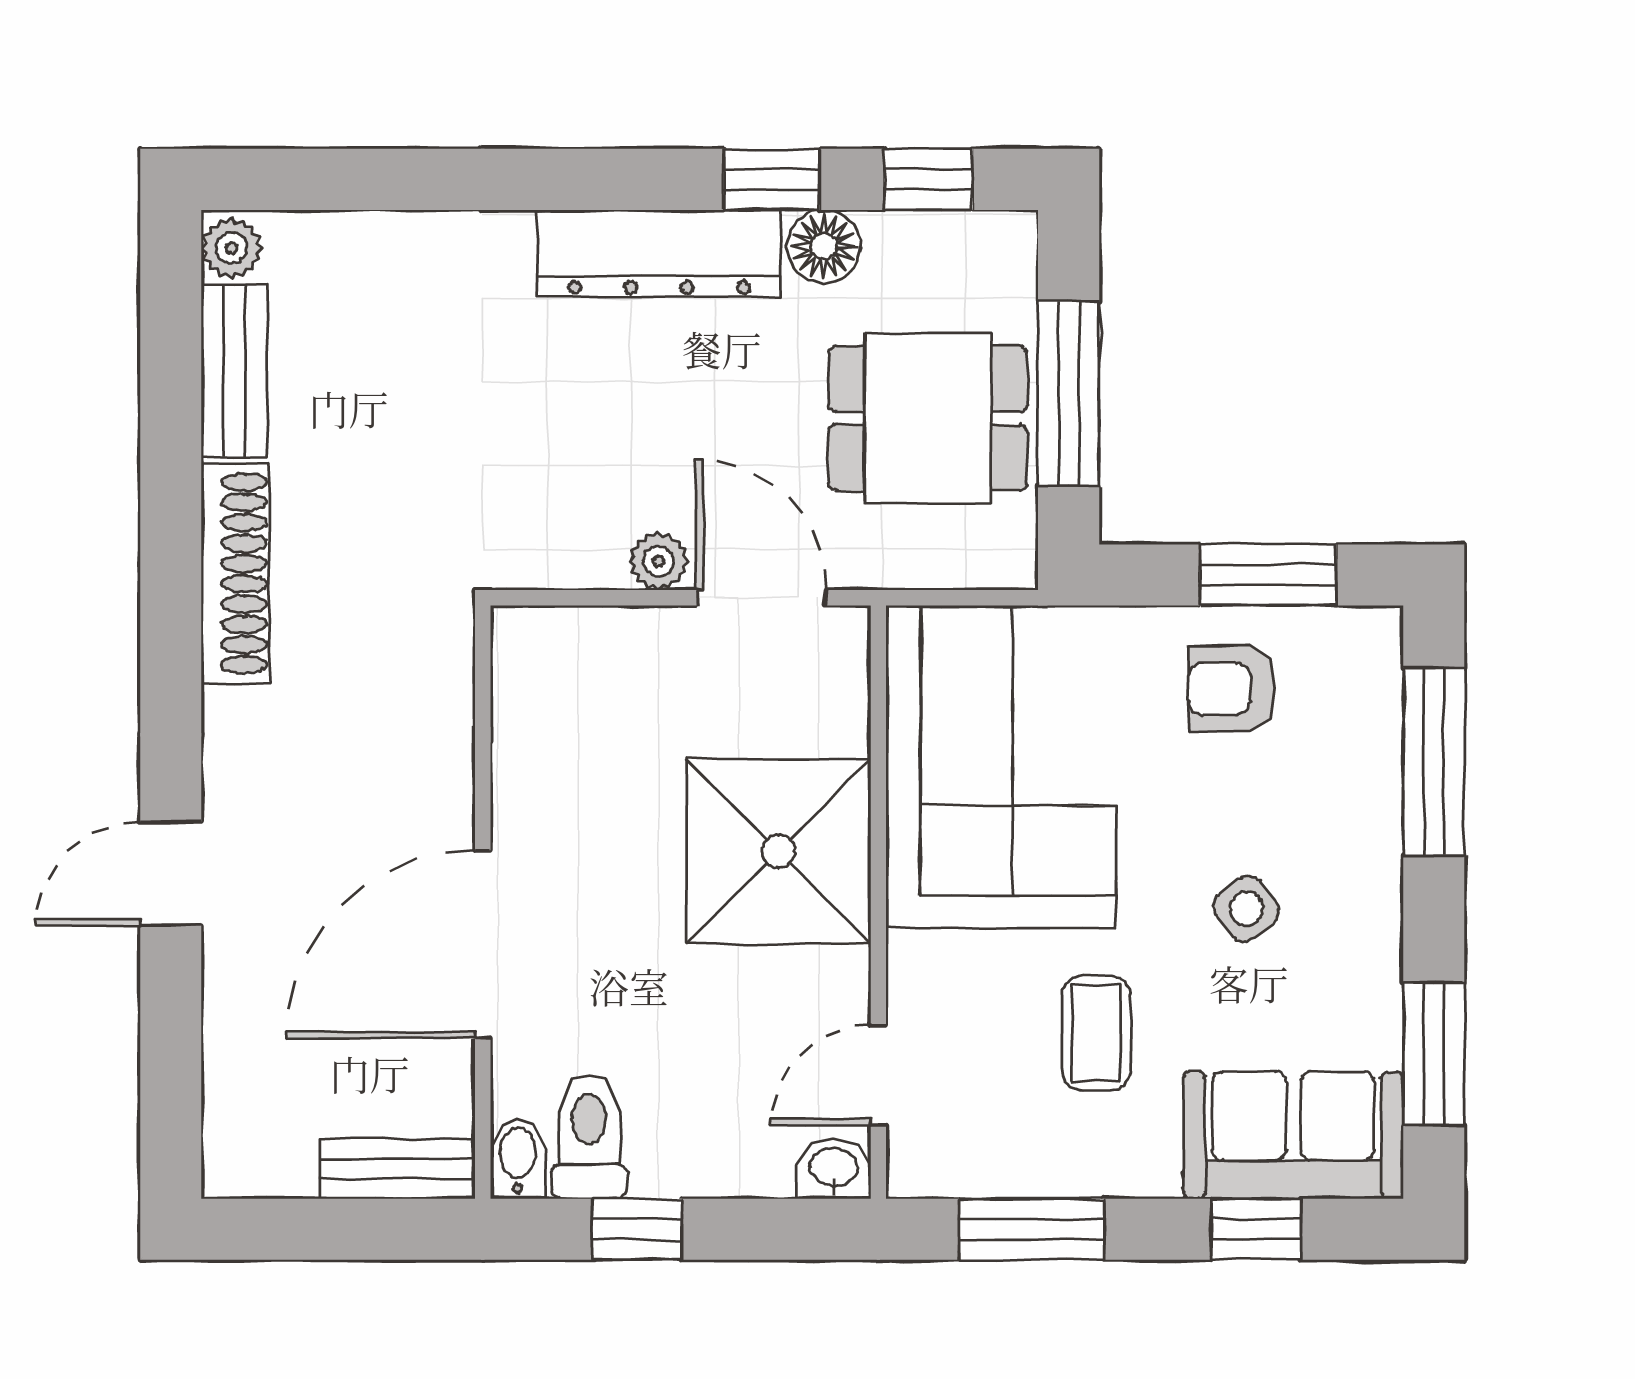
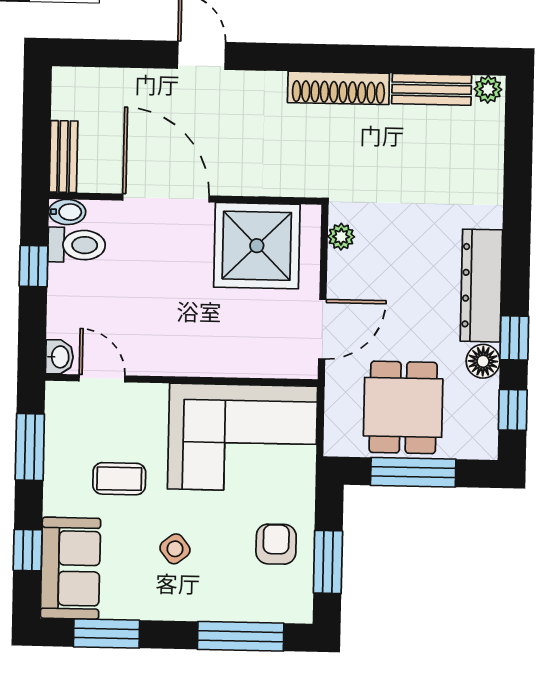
plant: (658, 561) -> (341, 237), moved
shower: (779, 851) -> (257, 246), moved

